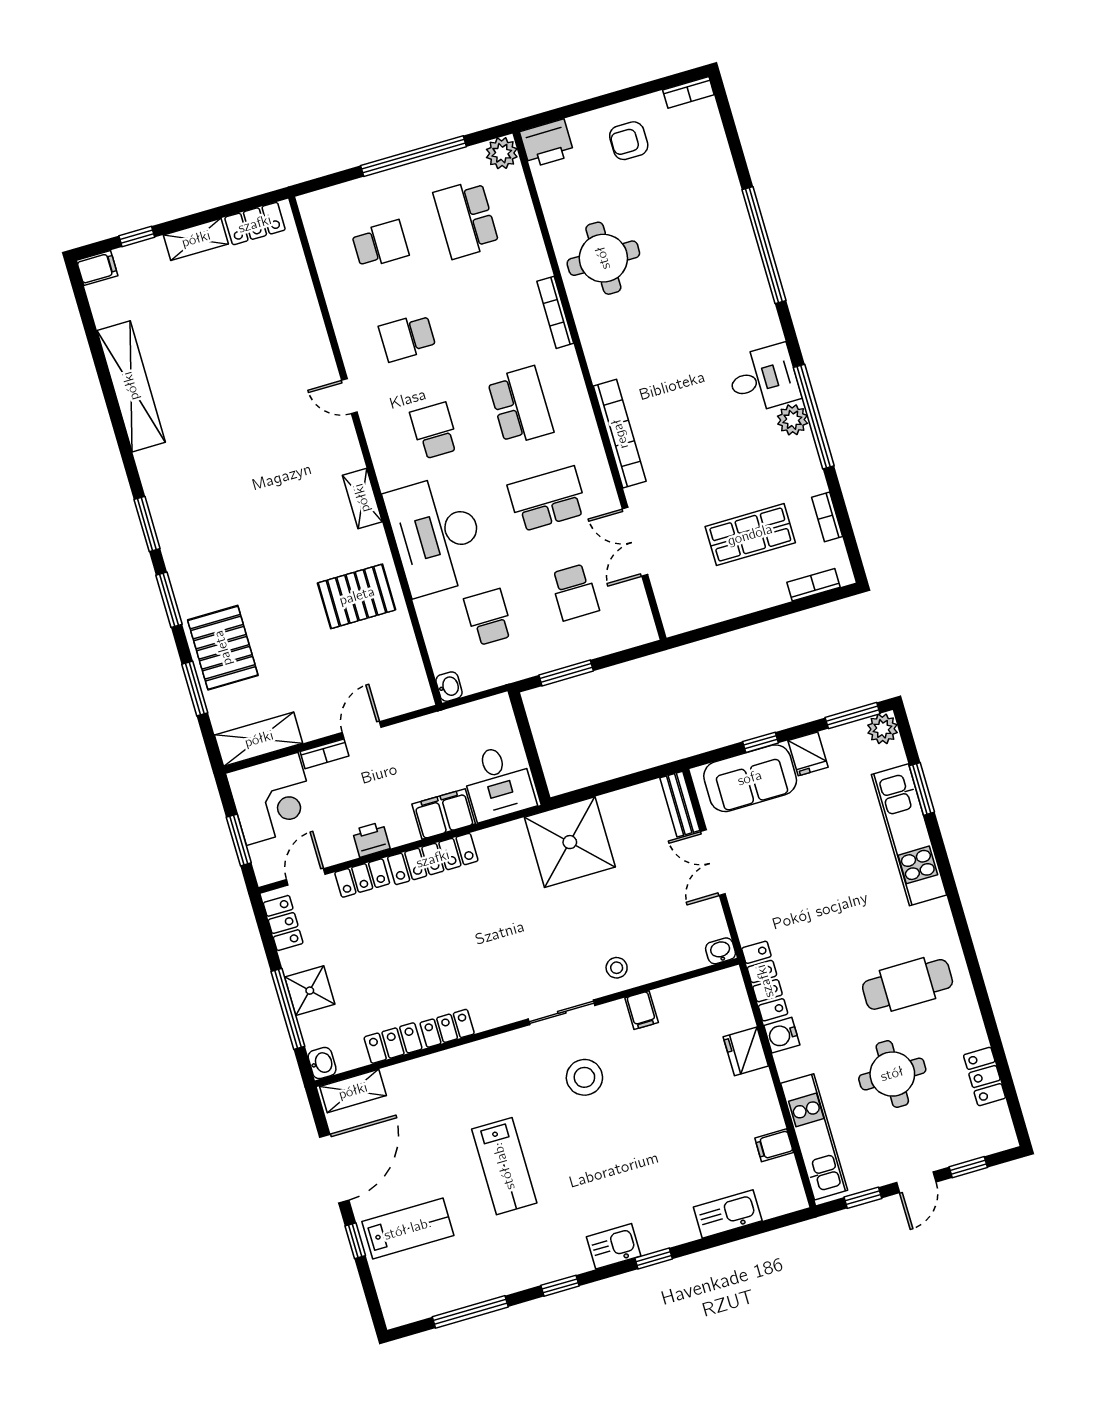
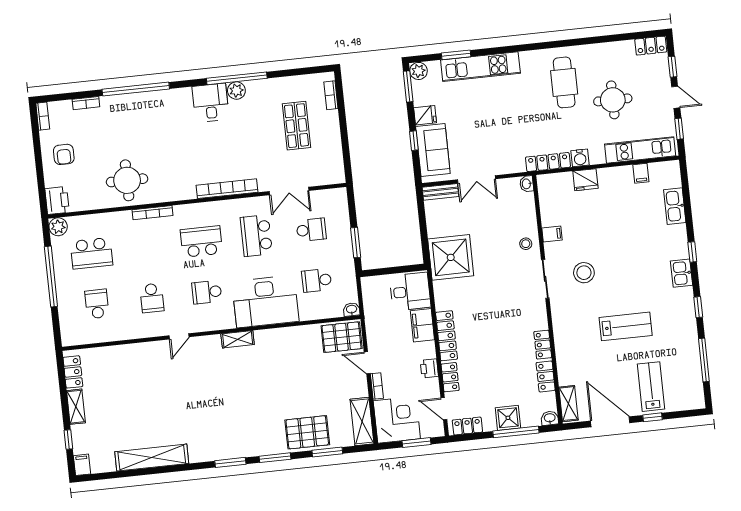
bookcase: (827, 517) -> (86, 103), moved
pallet: (357, 596) -> (342, 337), moved, turned 90
locker: (984, 1077) -> (651, 46), moved

